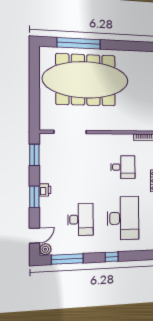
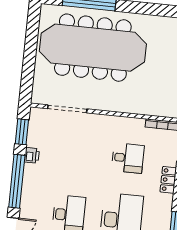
printer: (45, 190) -> (32, 155), moved
window: (34, 197) -> (17, 181), width x2.11

